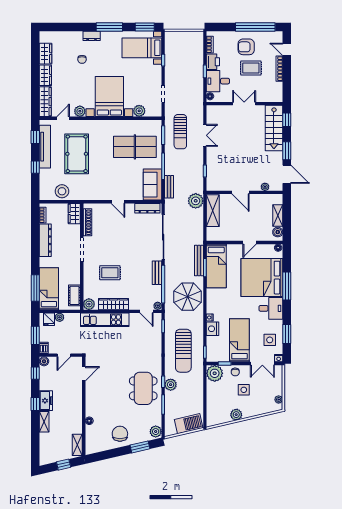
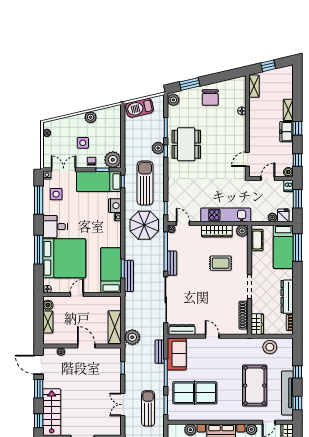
parasol: (188, 297) -> (144, 225), moved
window: (287, 334) -> (39, 200), width x1.44
bed: (239, 340) -> (99, 181), moved, turned 90

